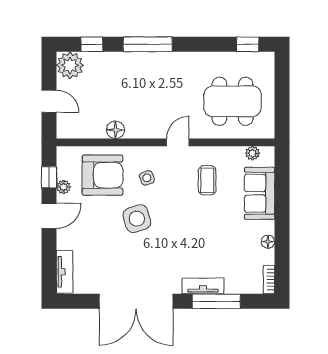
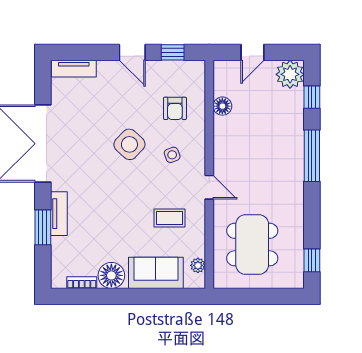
floor lamp: (115, 130) -> (222, 106), moved
armchair: (103, 175) -> (175, 108), width x0.53, depth x0.53
plant: (64, 187) -> (162, 68), removed
side table: (137, 219) -> (129, 144), turned -31
floor lamp: (268, 242) -> (111, 275), width x1.89, depth x1.89
bookcase: (269, 280) -> (82, 283), moved
window: (216, 301) -> (43, 227), width x0.69

